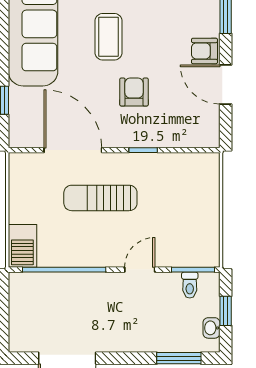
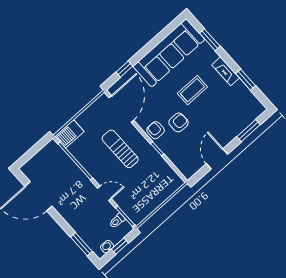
armchair: (204, 51) -> (156, 130), moved
door: (73, 150) -> (121, 109), moved

